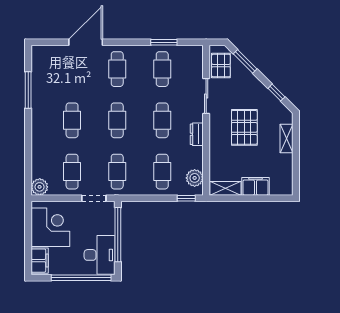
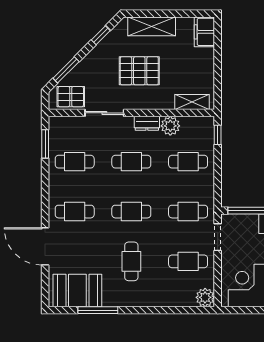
window: (164, 42) -> (45, 144), moved
booth: (46, 72) -> (77, 291), added
cafe table: (72, 120) -> (131, 261), turned 90
shelving: (286, 139) -> (152, 26), width x1.50, depth x1.33
plant: (195, 178) -> (170, 126), moved
filing cabinet: (255, 186) -> (204, 32), moved
shelving: (225, 188) -> (192, 102), moved, turned 90

